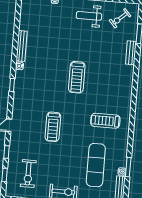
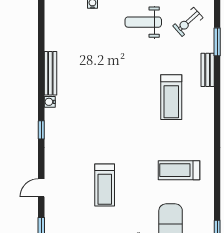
treadmill: (77, 77) -> (171, 97), moved

